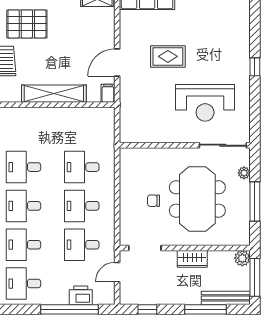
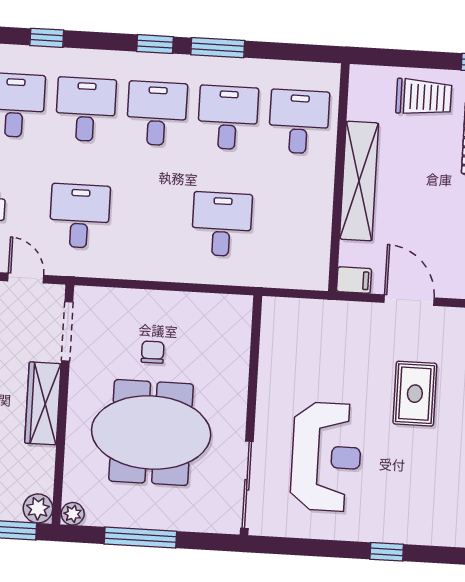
reception desk: (205, 103) -> (326, 457), turned 180
plant: (244, 173) -> (73, 514), moved
desk: (82, 206) -> (299, 122), moved
wardrobe: (192, 259) -> (43, 403), width x1.50

